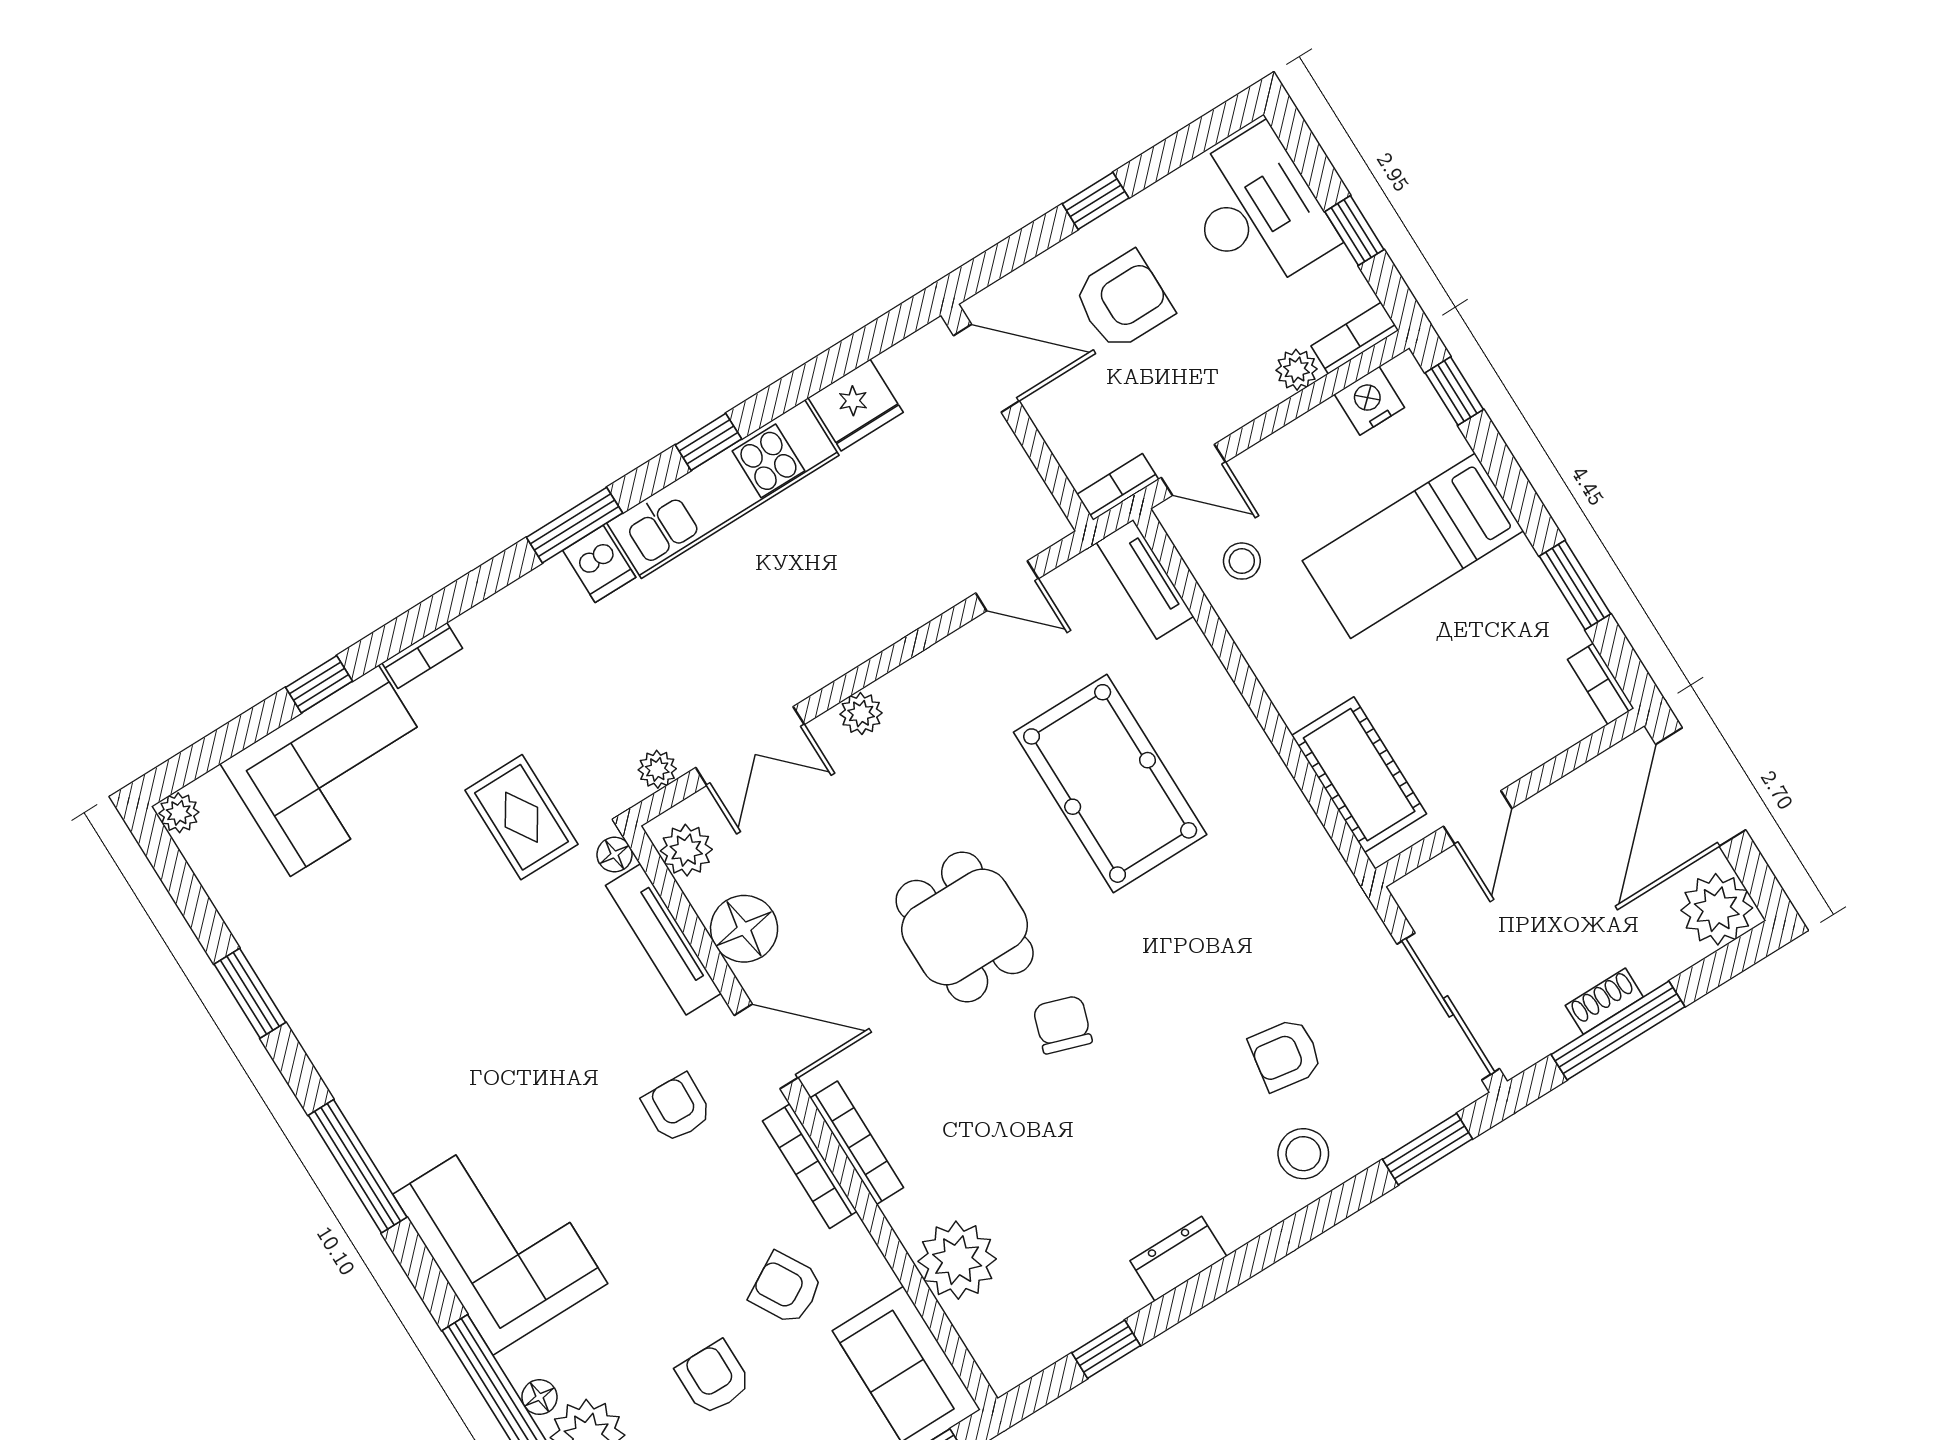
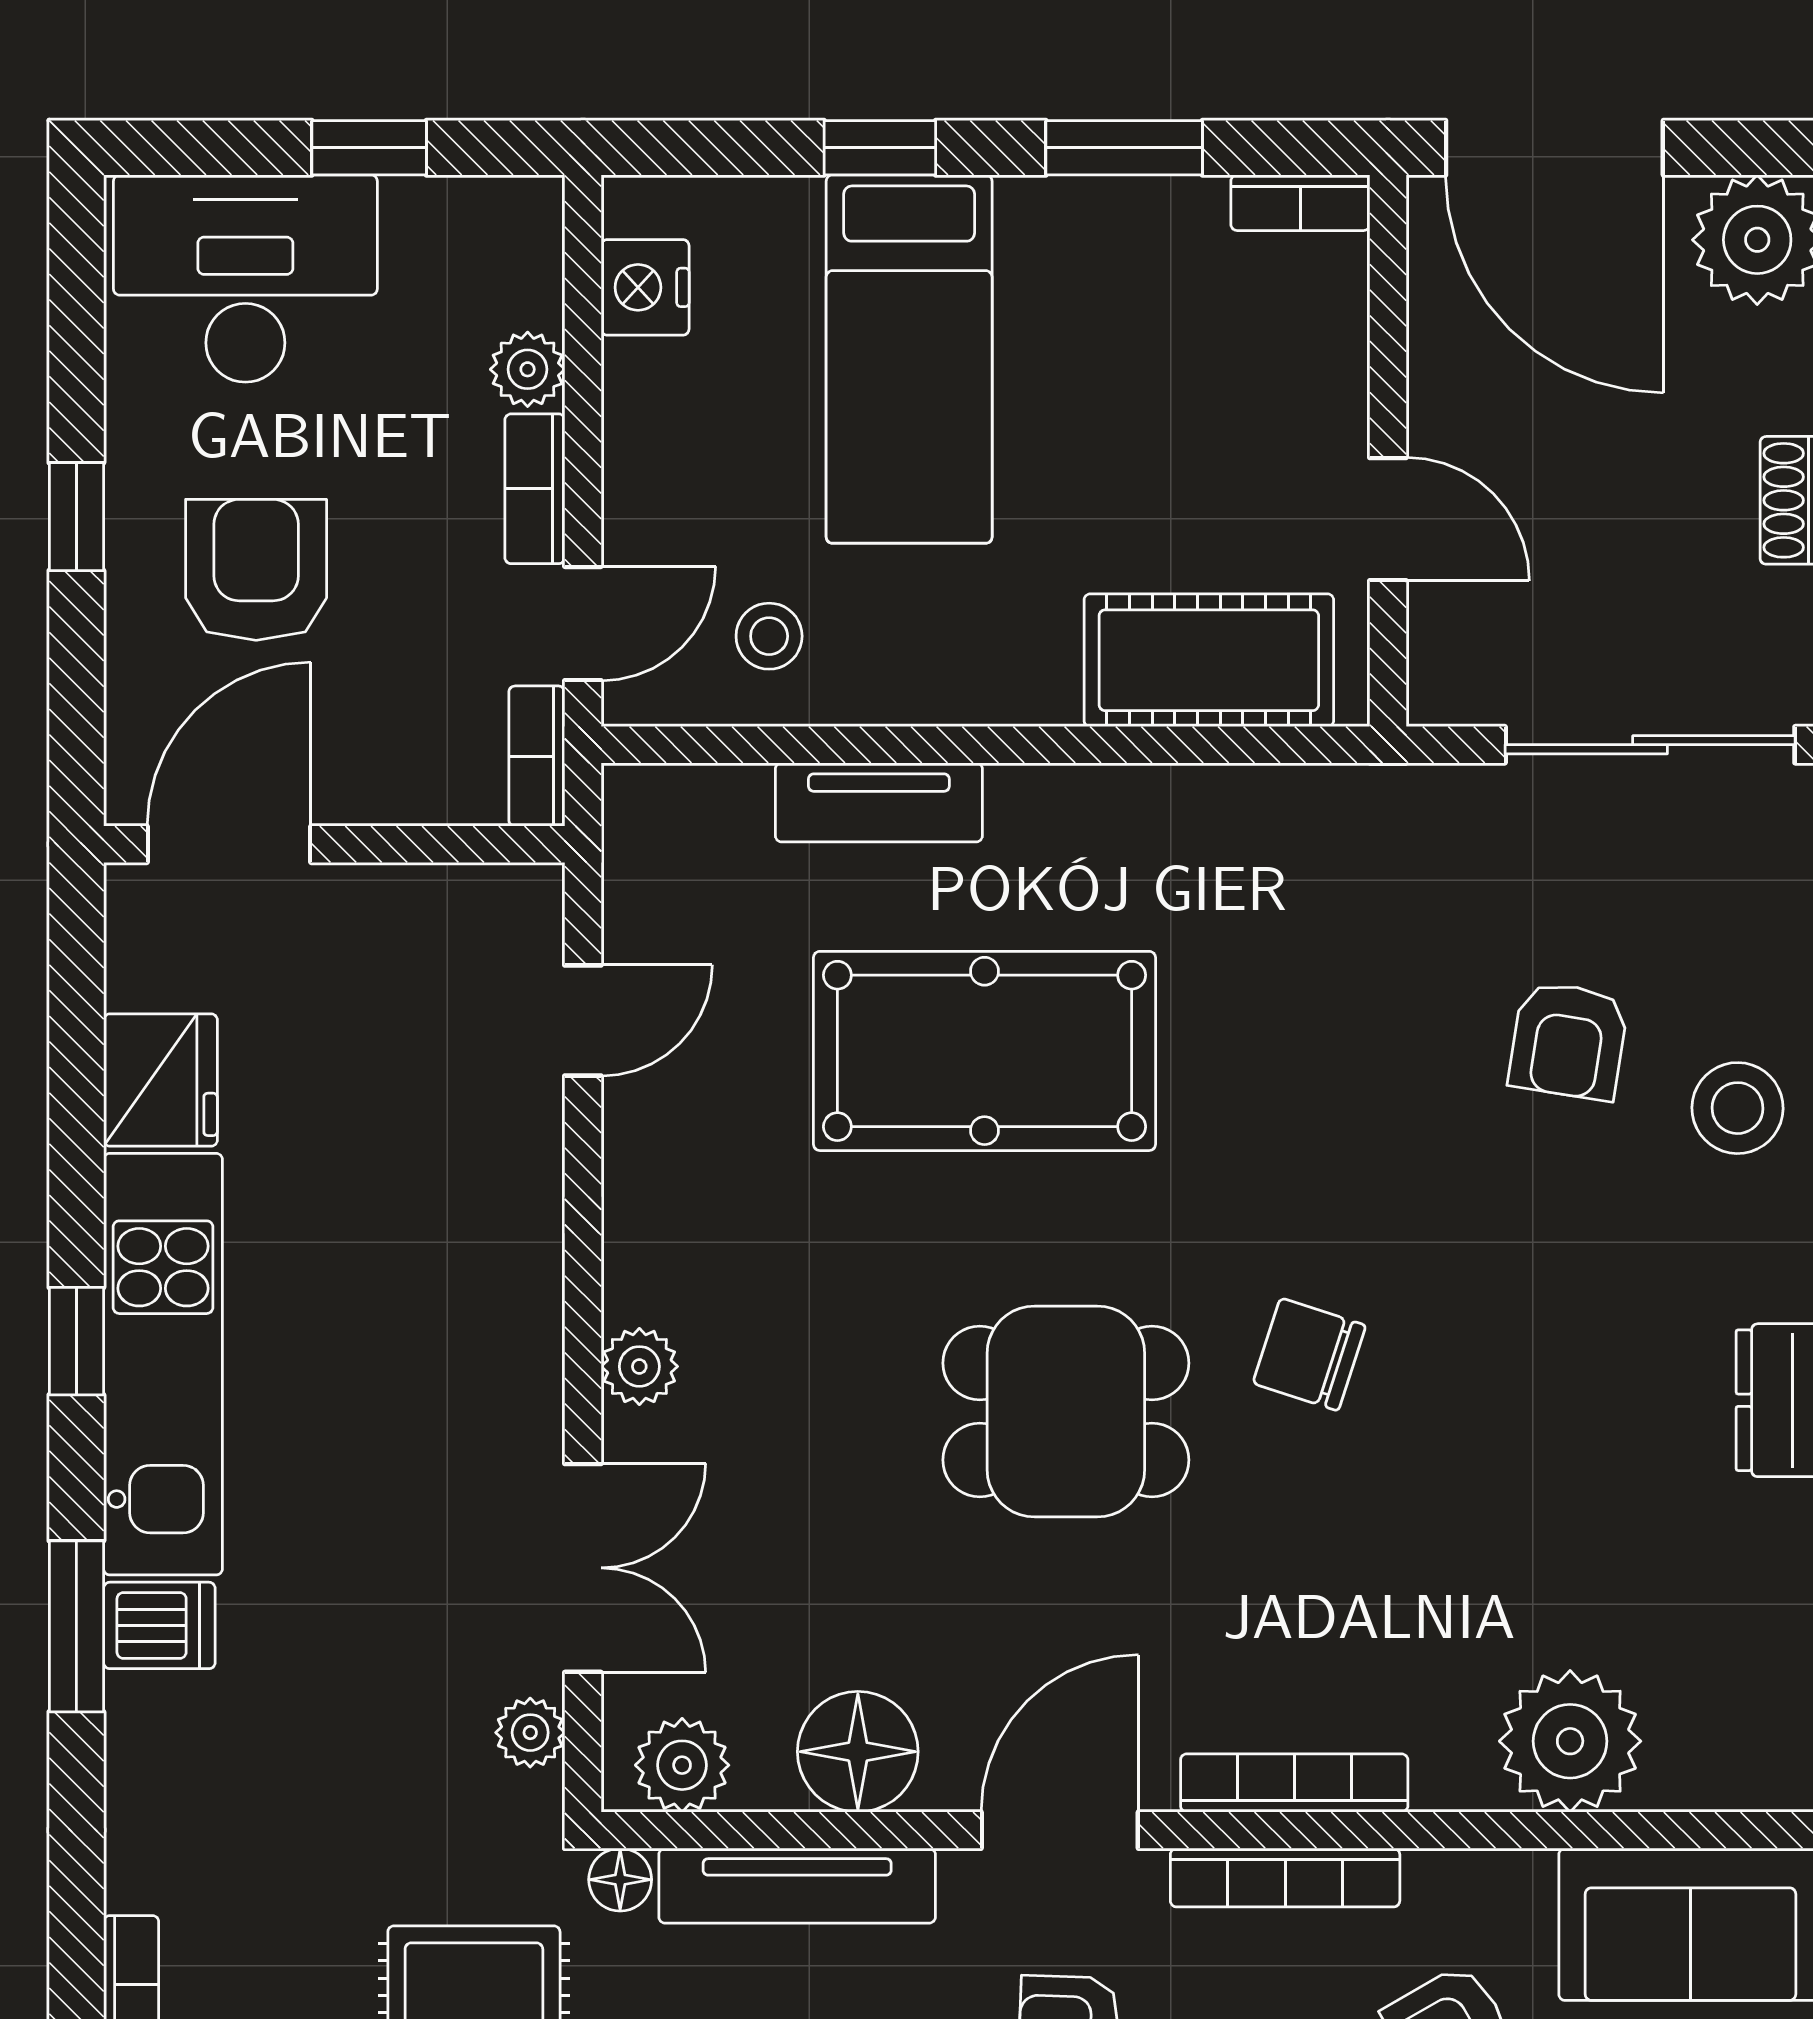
bookcase: (1355, 338) -> (535, 489), moved
window: (1454, 391) -> (880, 148), moved
tv unit: (1145, 579) -> (879, 802), moved

